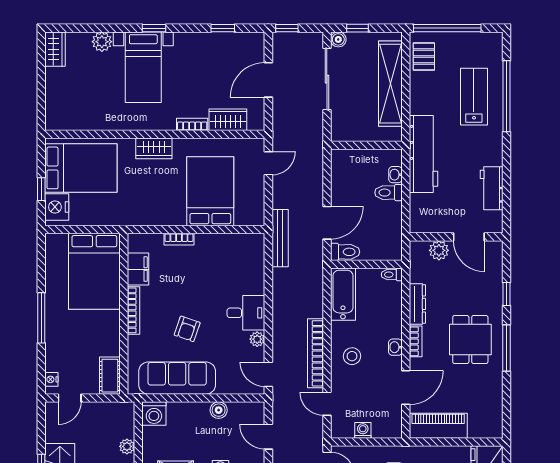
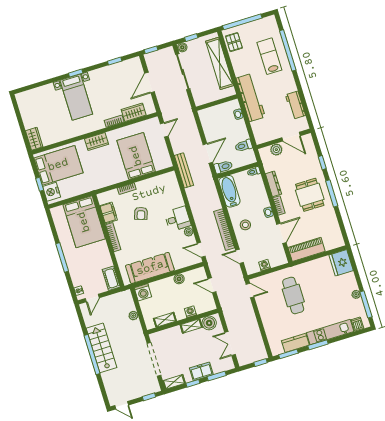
plant: (102, 42) -> (48, 90), removed
wardrobe: (55, 49) -> (34, 139), moved
toilet: (388, 193) -> (244, 146), moved
armchair: (187, 329) -> (141, 213), moved

